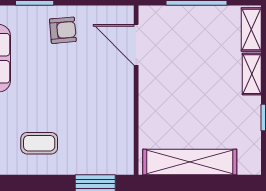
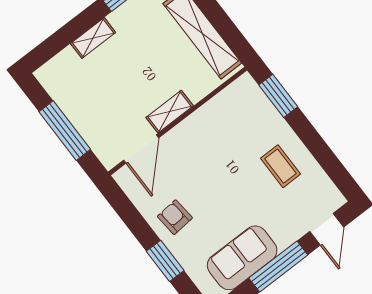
shelving: (251, 29) -> (170, 112), moved

